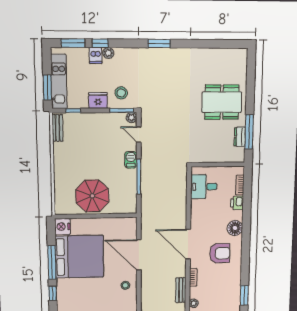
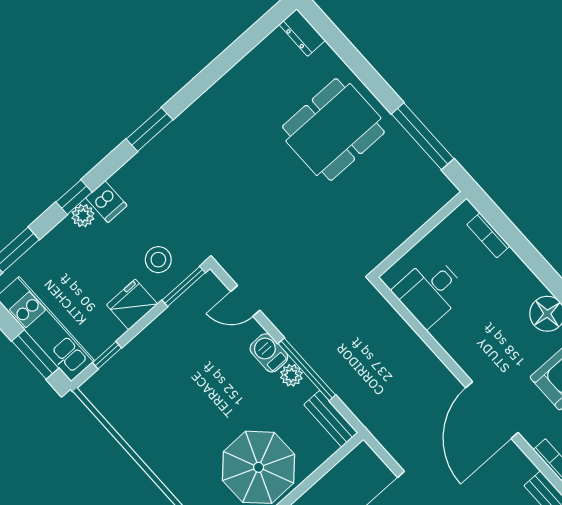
window: (100, 43) -> (74, 197), moved
dishwasher: (96, 55) -> (106, 202), moved
plant: (132, 118) -> (291, 375), moved
bench: (58, 128) -> (331, 419), moved
dresser: (240, 137) -> (302, 32), moved
printer: (237, 203) -> (511, 269), removed
door: (188, 244) -> (492, 410), hinge flipped

